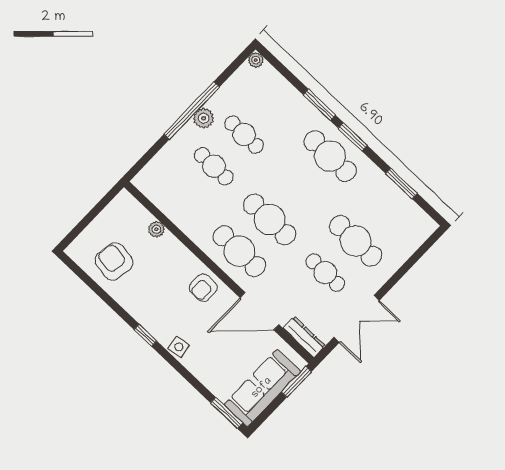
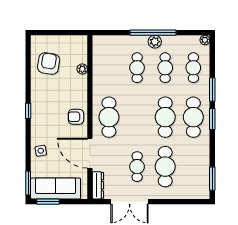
cafe table: (274, 103) -> (193, 68), added
window: (401, 183) -> (212, 179), moved
cafe table: (270, 219) -> (165, 117), moved
side table: (179, 347) -> (41, 151), moved
window: (296, 382) -> (48, 202), moved

